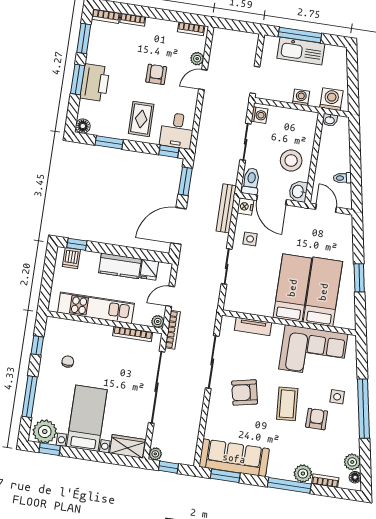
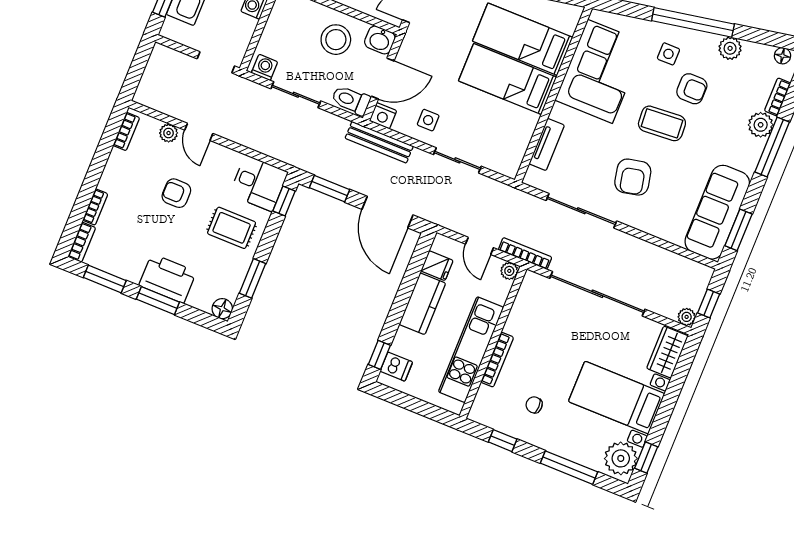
bookcase: (133, 334) -> (497, 360), moved
armchair: (317, 419) -> (692, 89), turned 180
plant: (352, 462) -> (730, 48), moved

